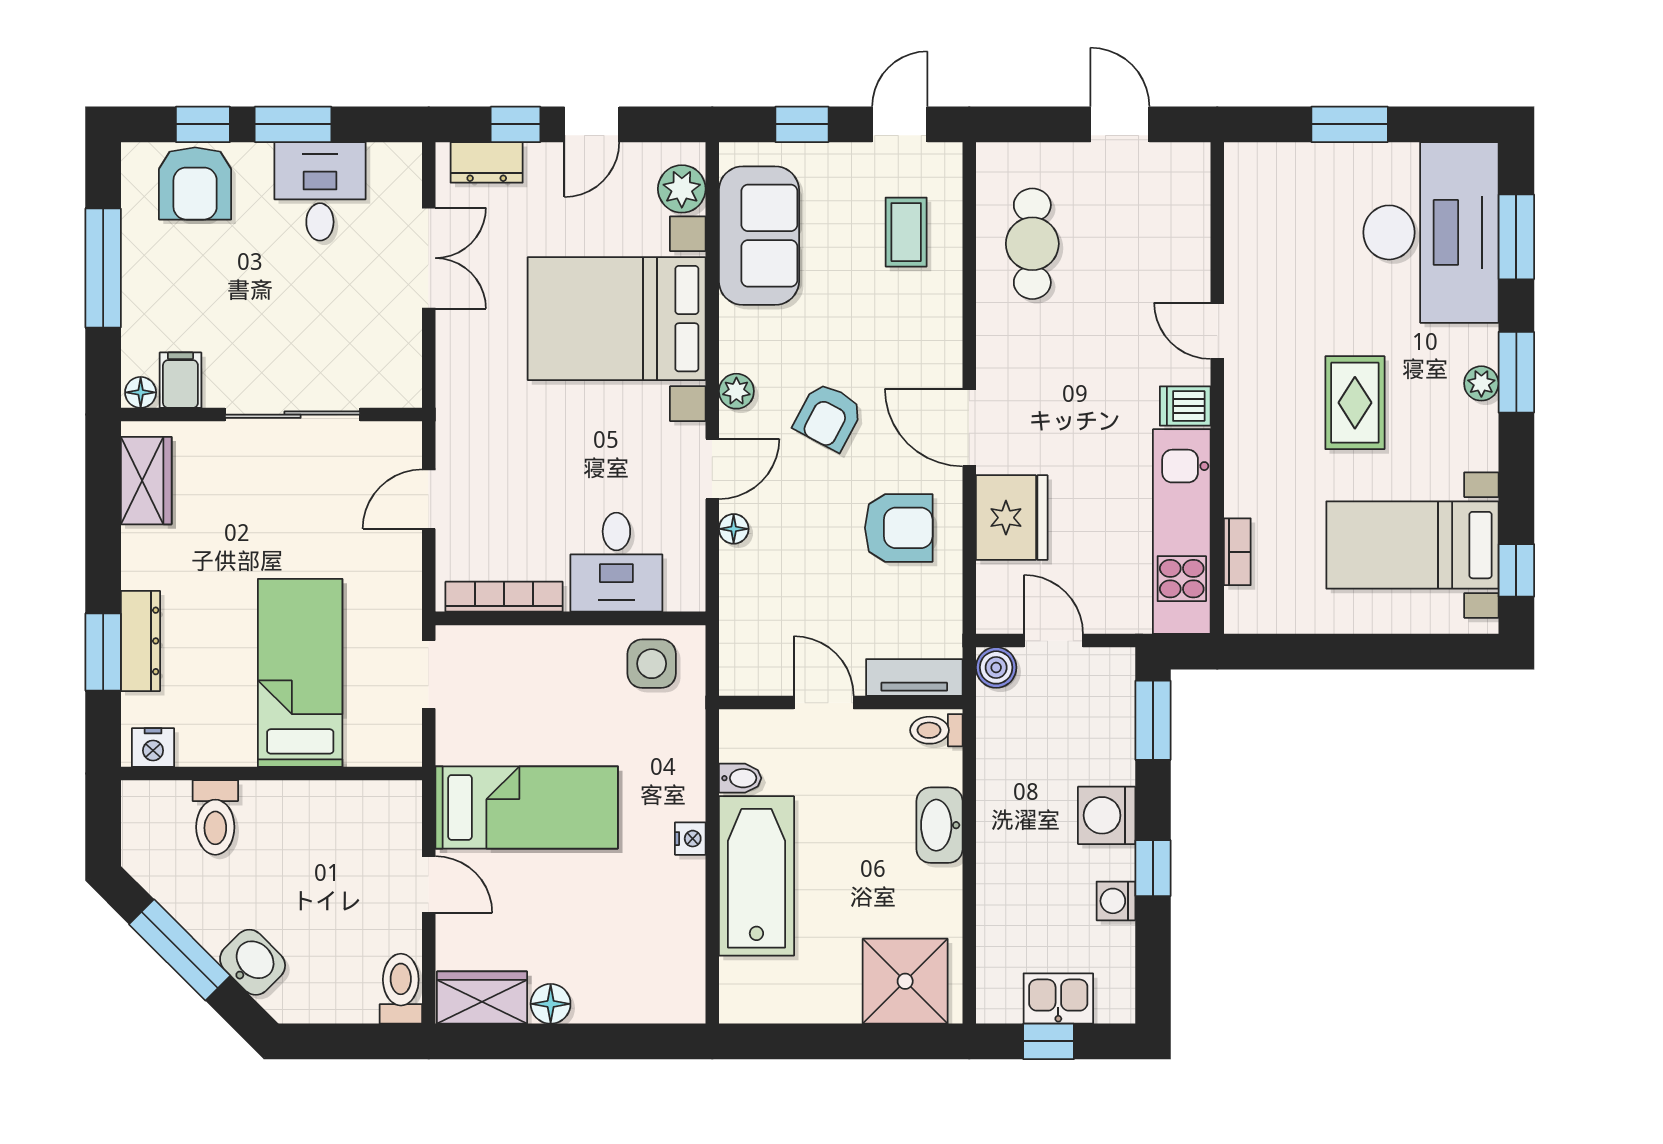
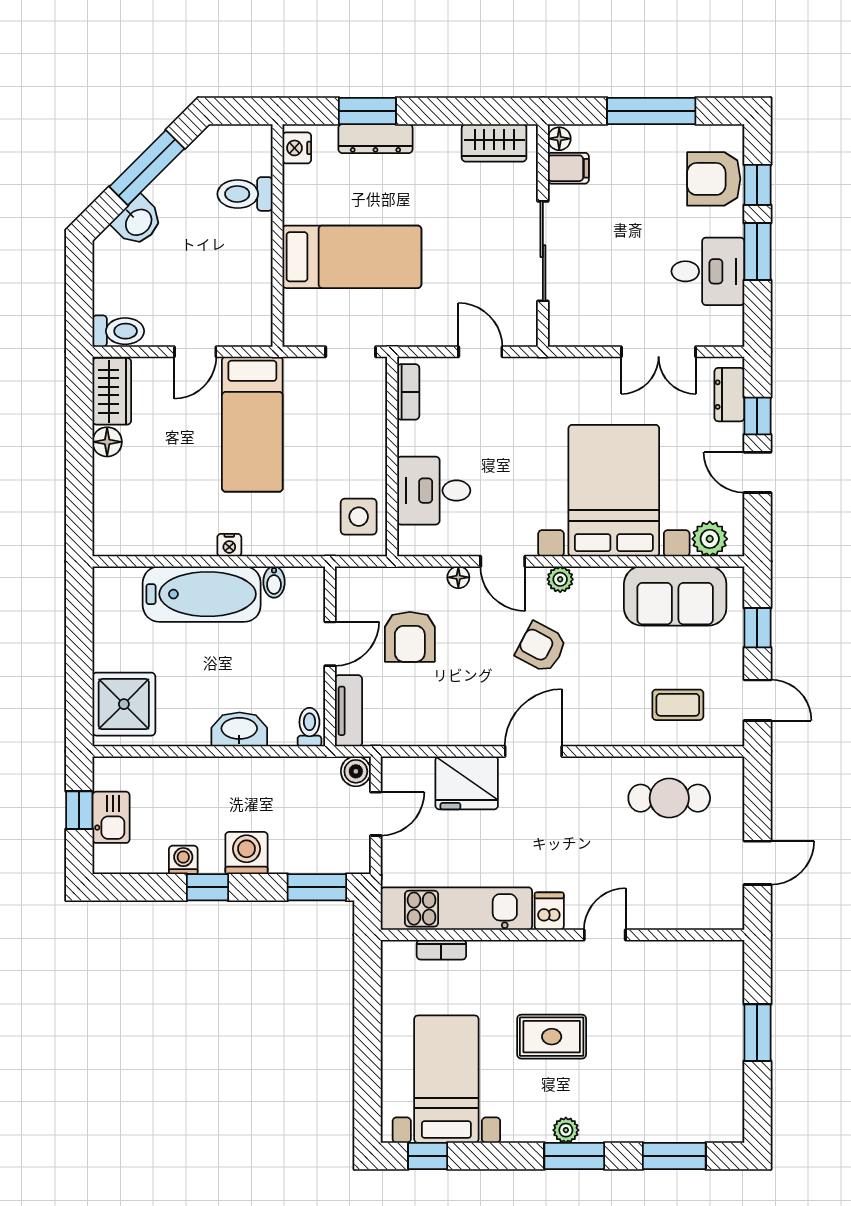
desk: (1431, 232) -> (678, 1093), removed
armchair: (899, 528) -> (410, 637), moved
bookcase: (504, 597) -> (408, 392), width x0.64

